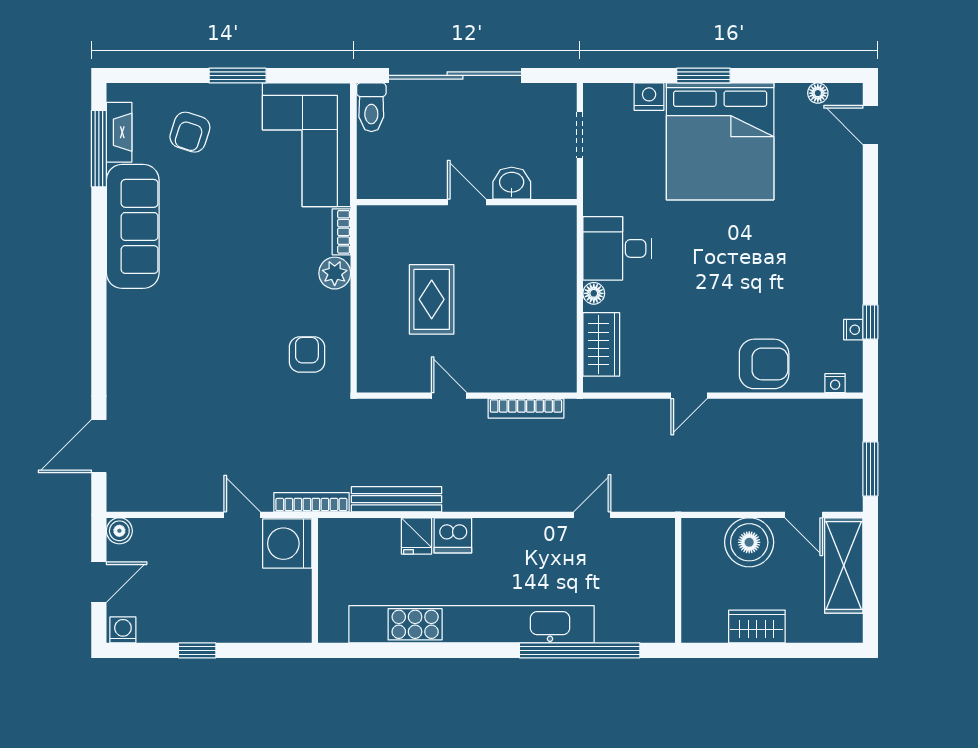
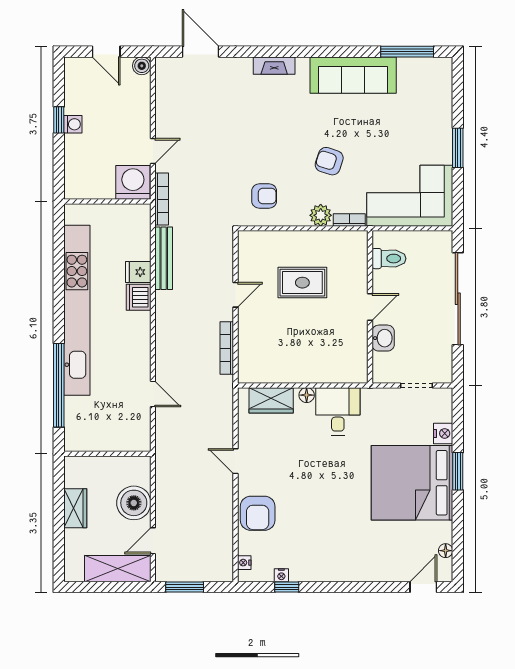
toilet: (371, 107) -> (389, 259), moved, turned 180
fireplace: (119, 132) -> (274, 66), moved
armchair: (190, 132) -> (329, 161), moved
washing machine: (123, 630) -> (73, 124), moved

